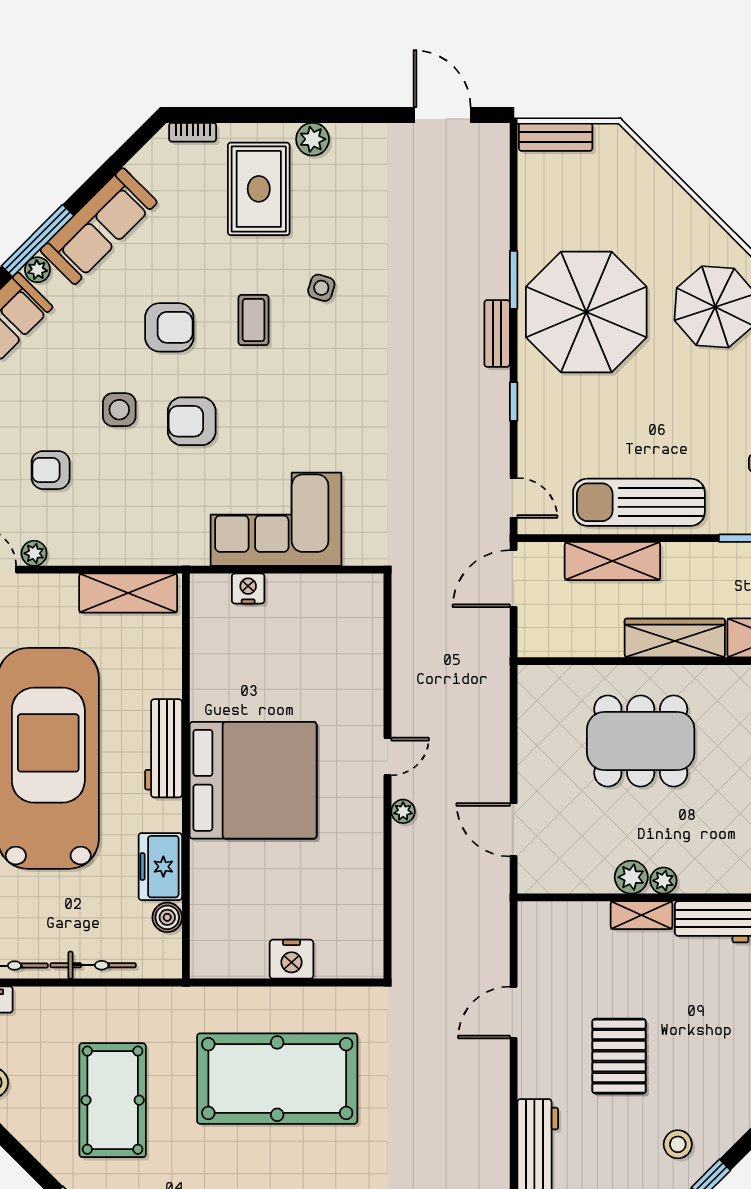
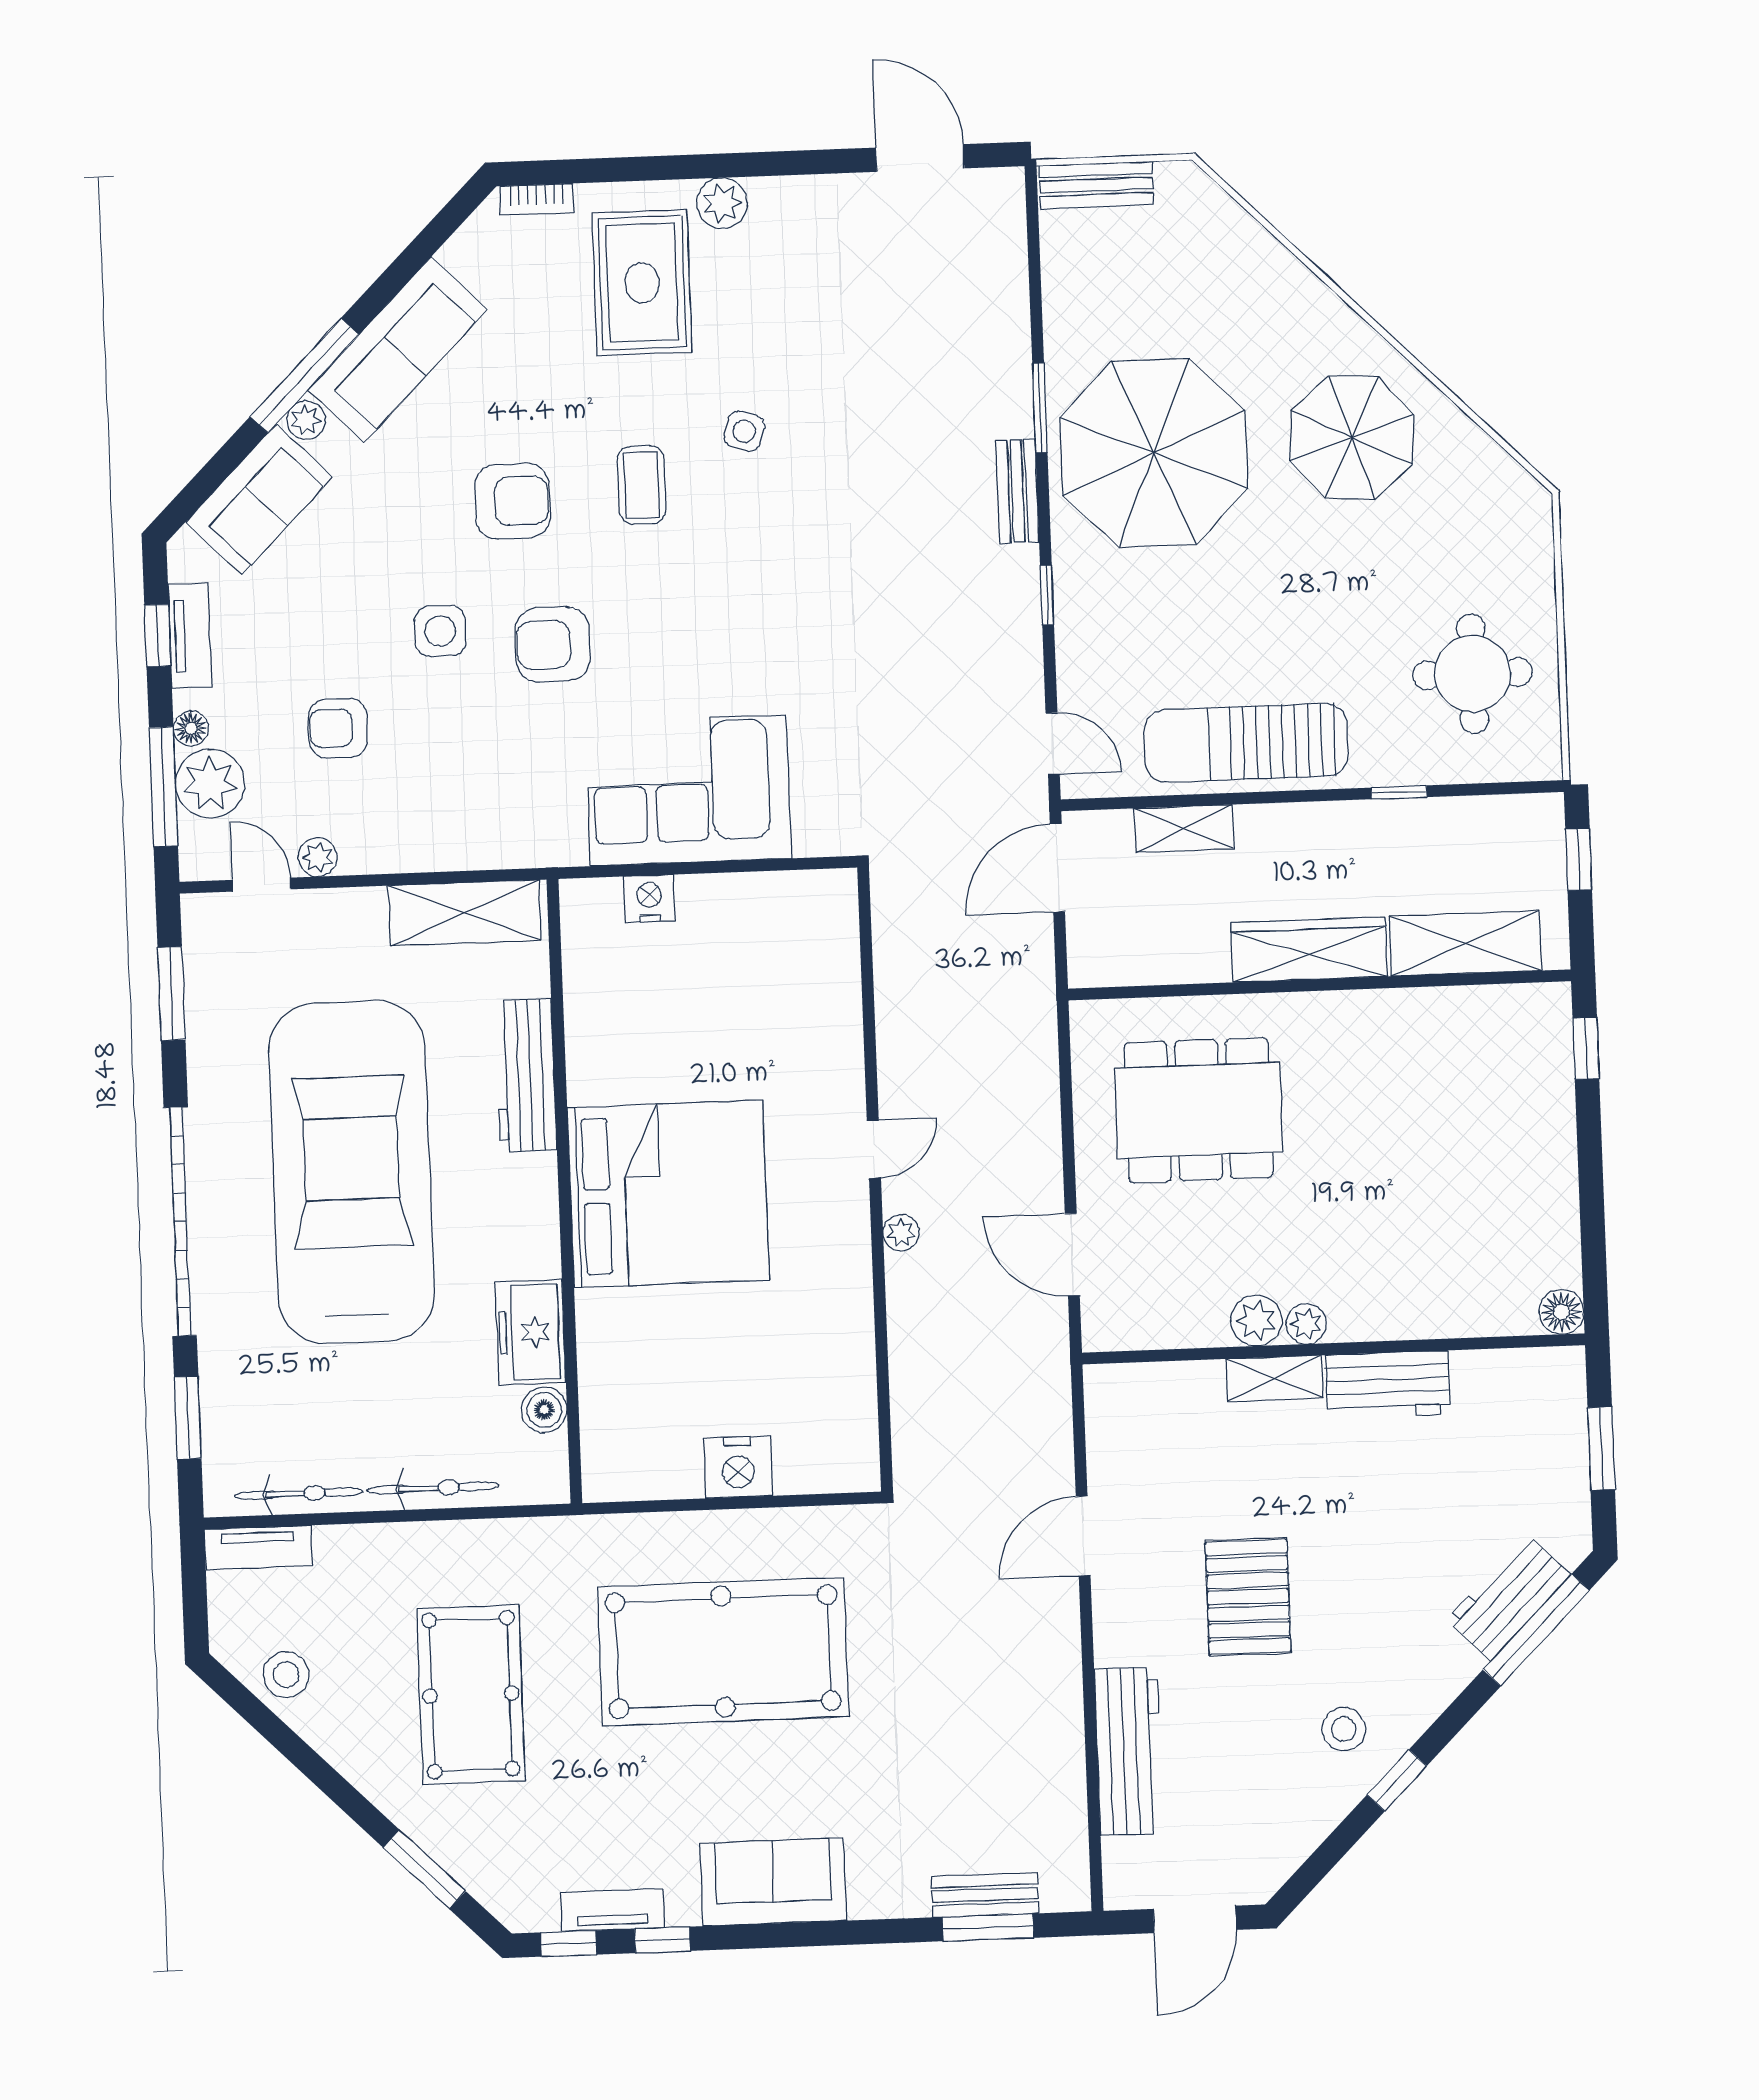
shelving: (612, 561) -> (1184, 828), width x0.67, depth x0.75
dining table: (641, 741) -> (1199, 1110), moved
workbench: (164, 748) -> (526, 1075), moved

